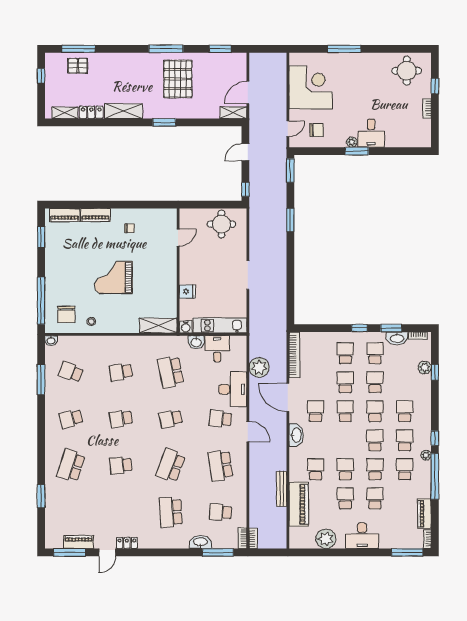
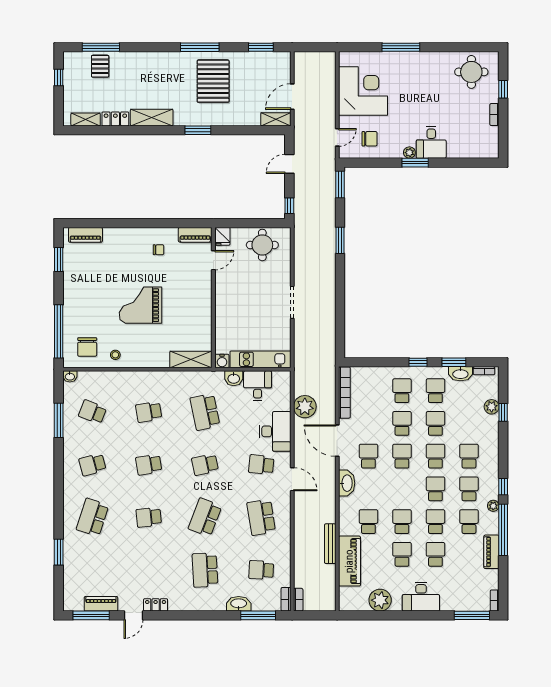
pallet: (78, 66) -> (100, 66), turned 90
piano: (96, 215) -> (195, 235), moved
fridge: (187, 292) -> (222, 236), moved, turned 90
piano: (424, 514) -> (491, 552), moved

